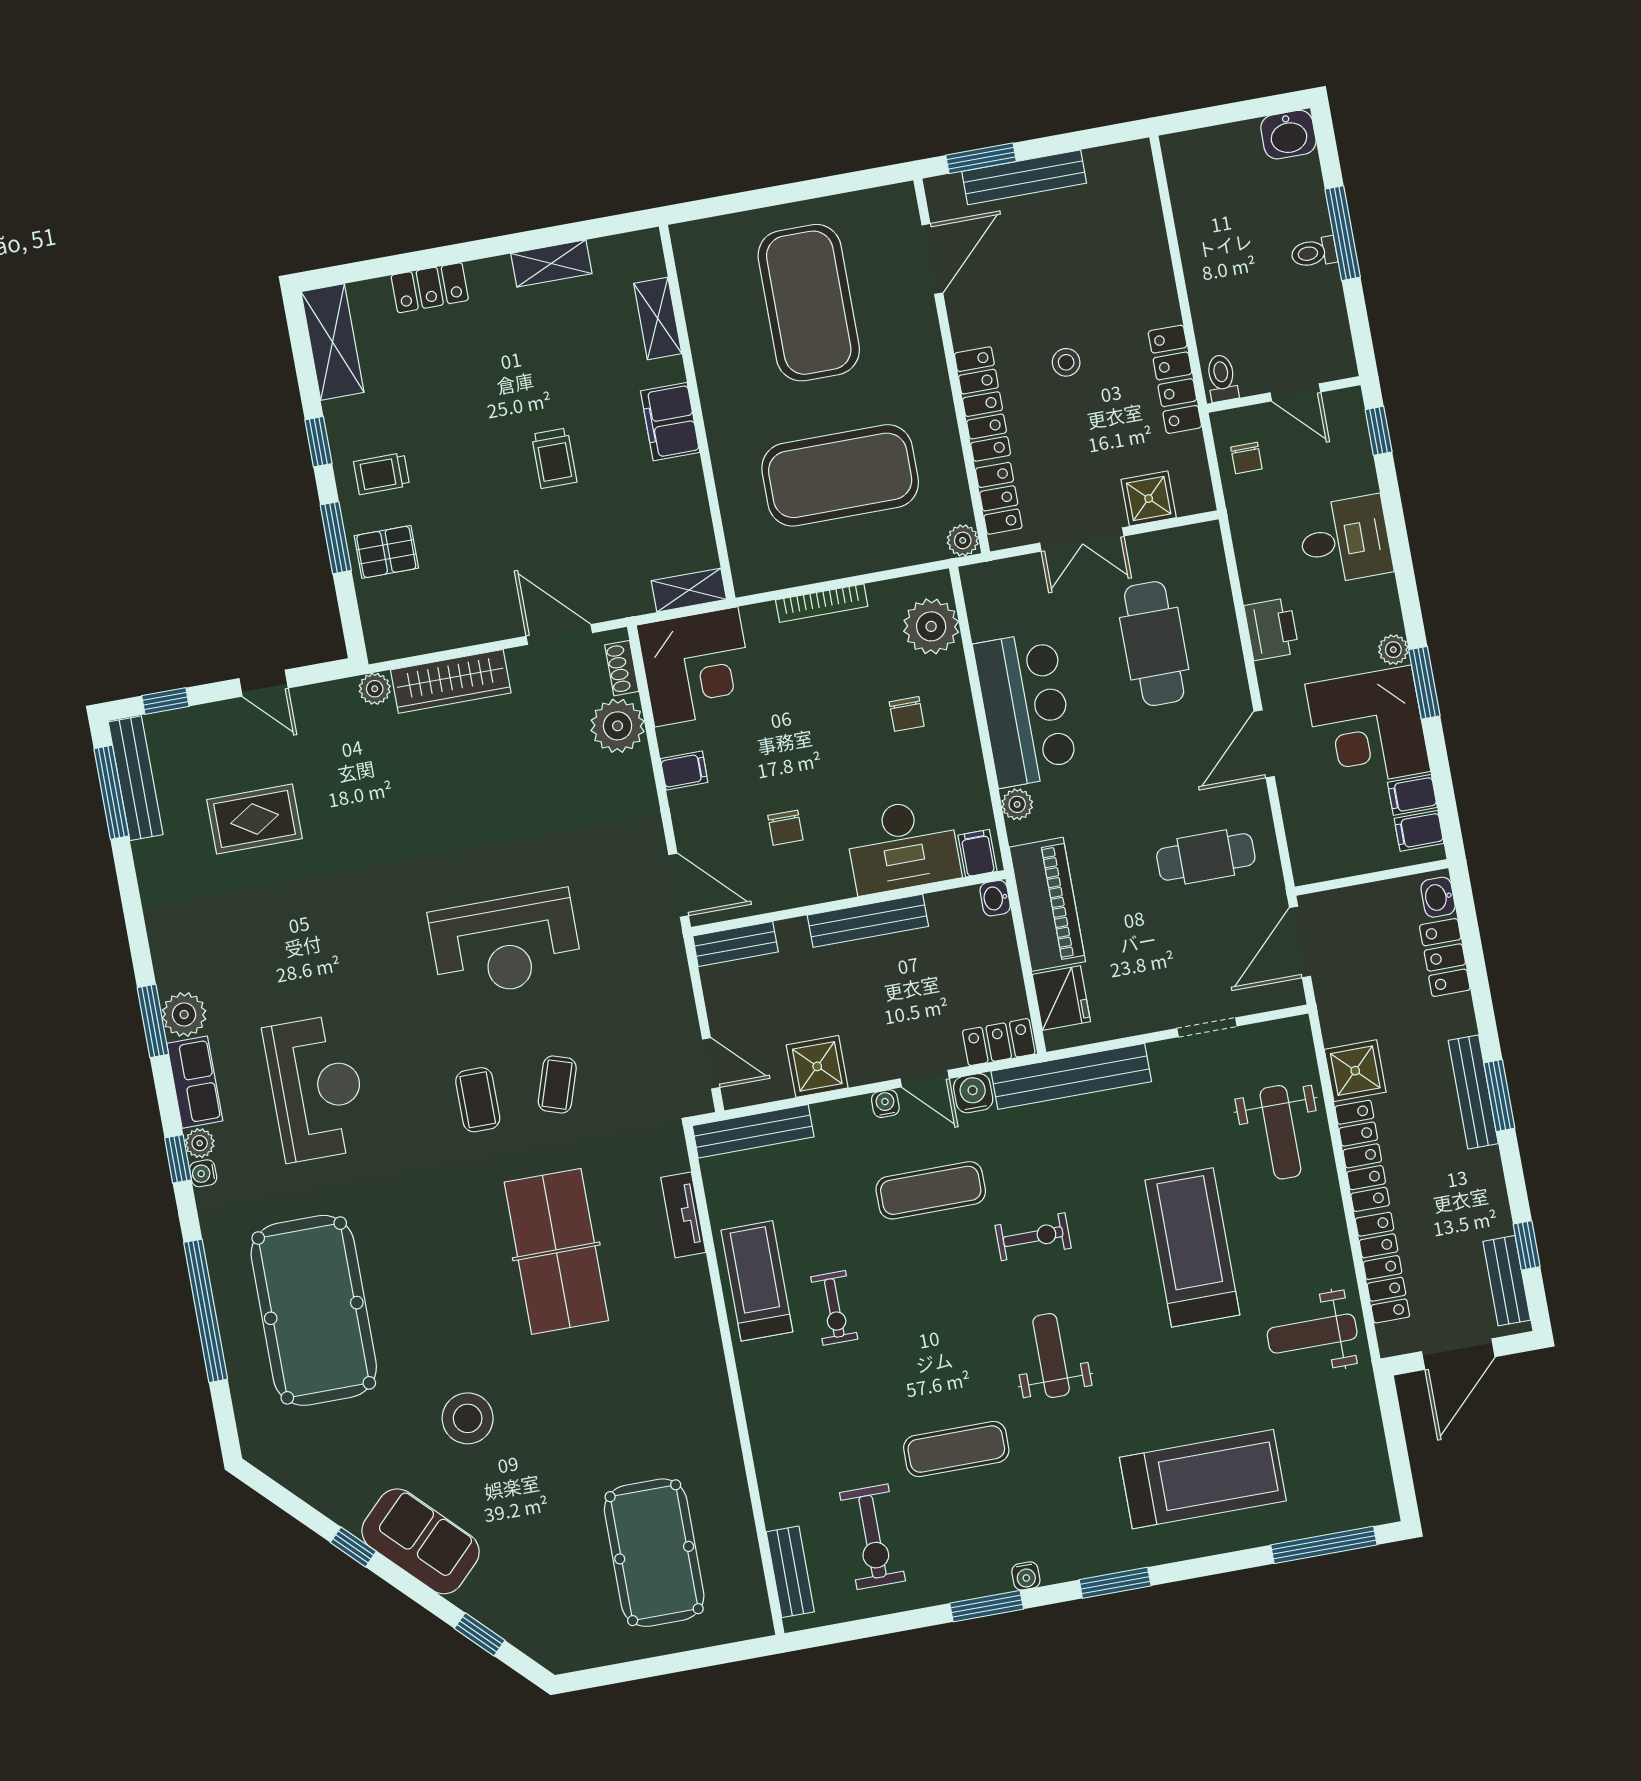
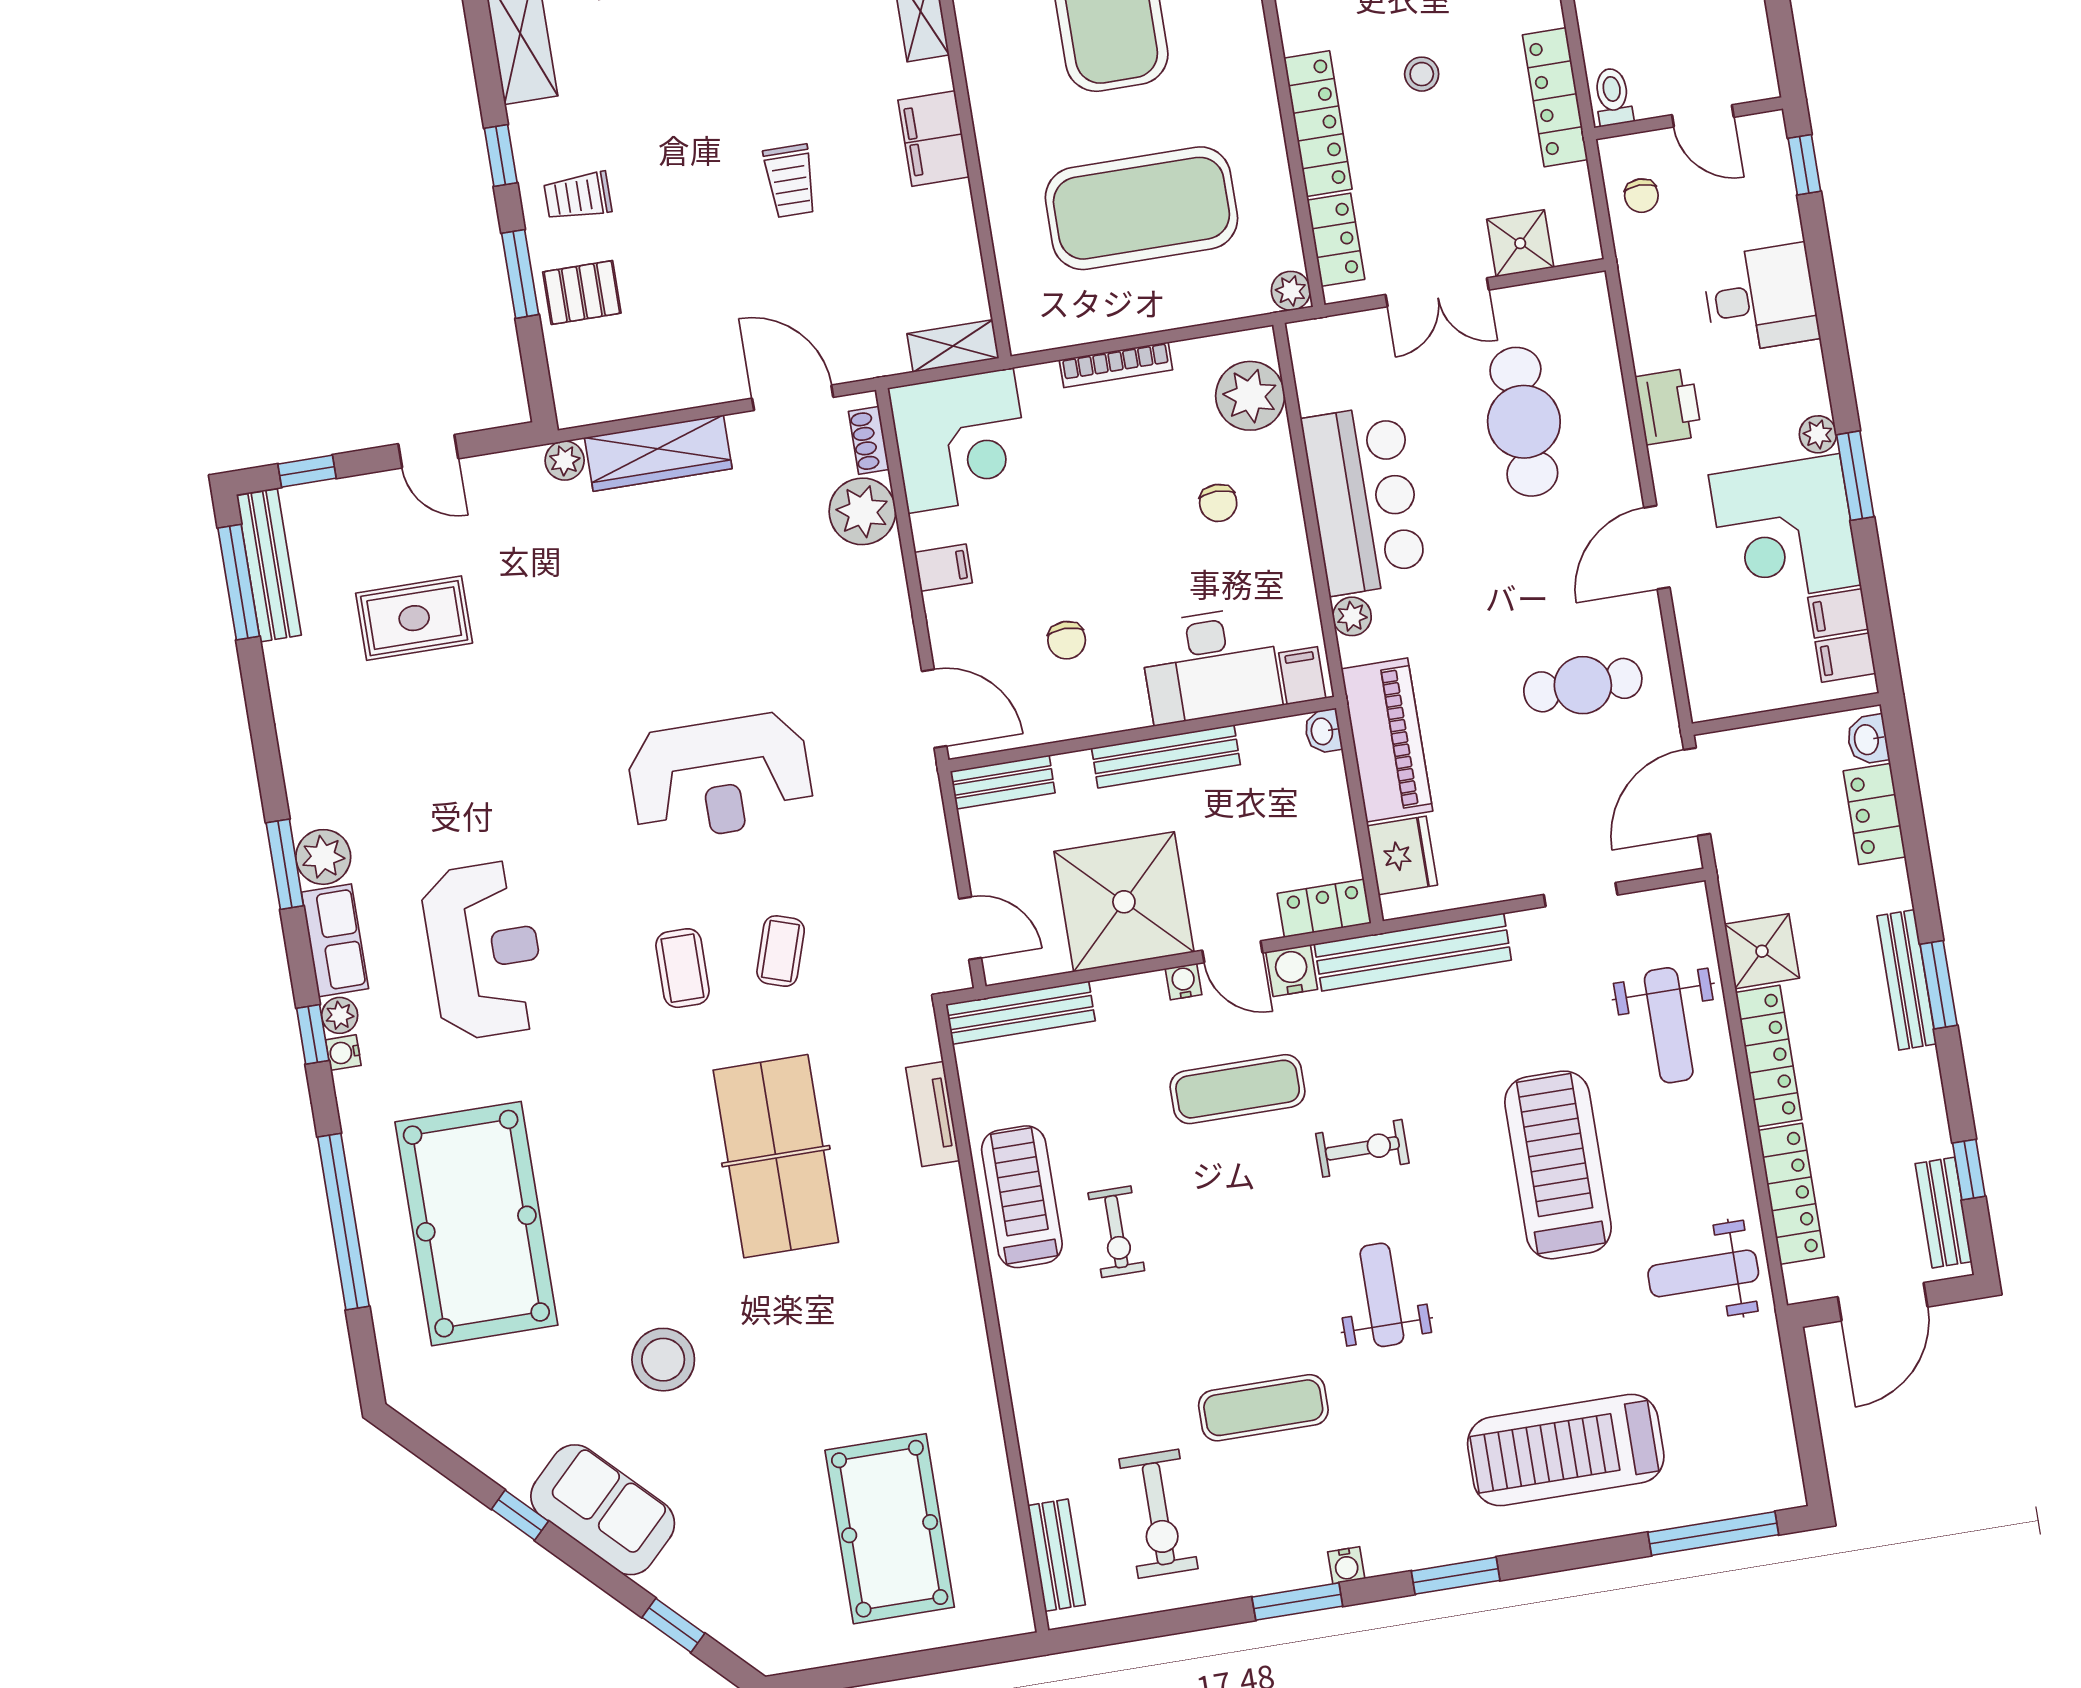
shower: (817, 1066) -> (1124, 902), width x1.86, depth x1.86
treadmill: (1203, 1479) -> (1566, 1450), turned 180

